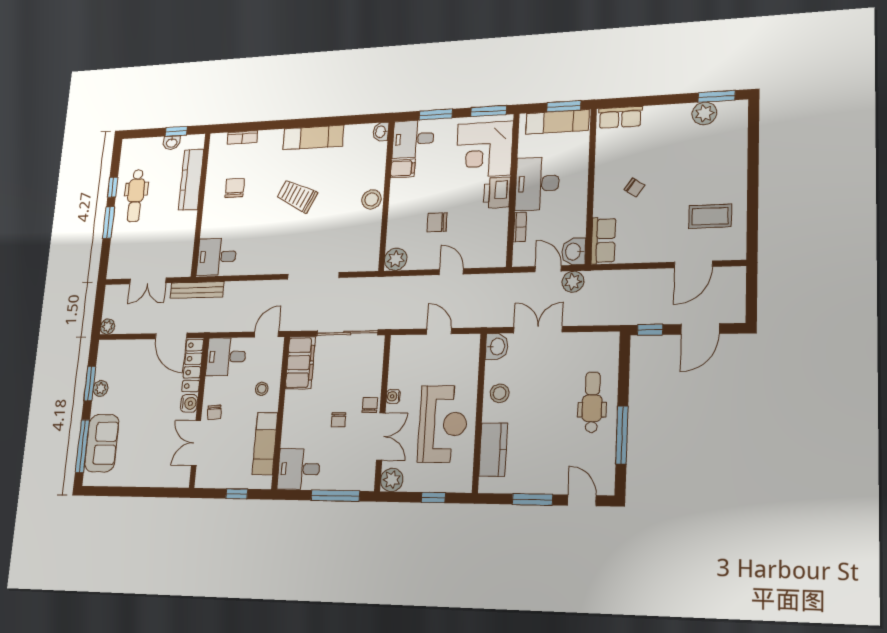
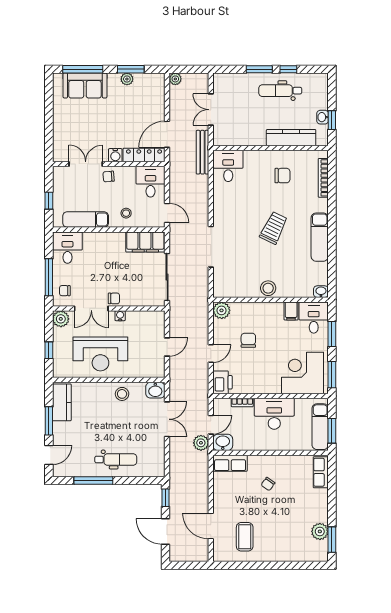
bookcase: (242, 138) -> (323, 178), width x1.56
printer: (497, 193) -> (222, 382), moved, turned 90
chair: (339, 420) -> (65, 291), moved
kitchen counter: (493, 450) -> (62, 402), moved, turned -90

